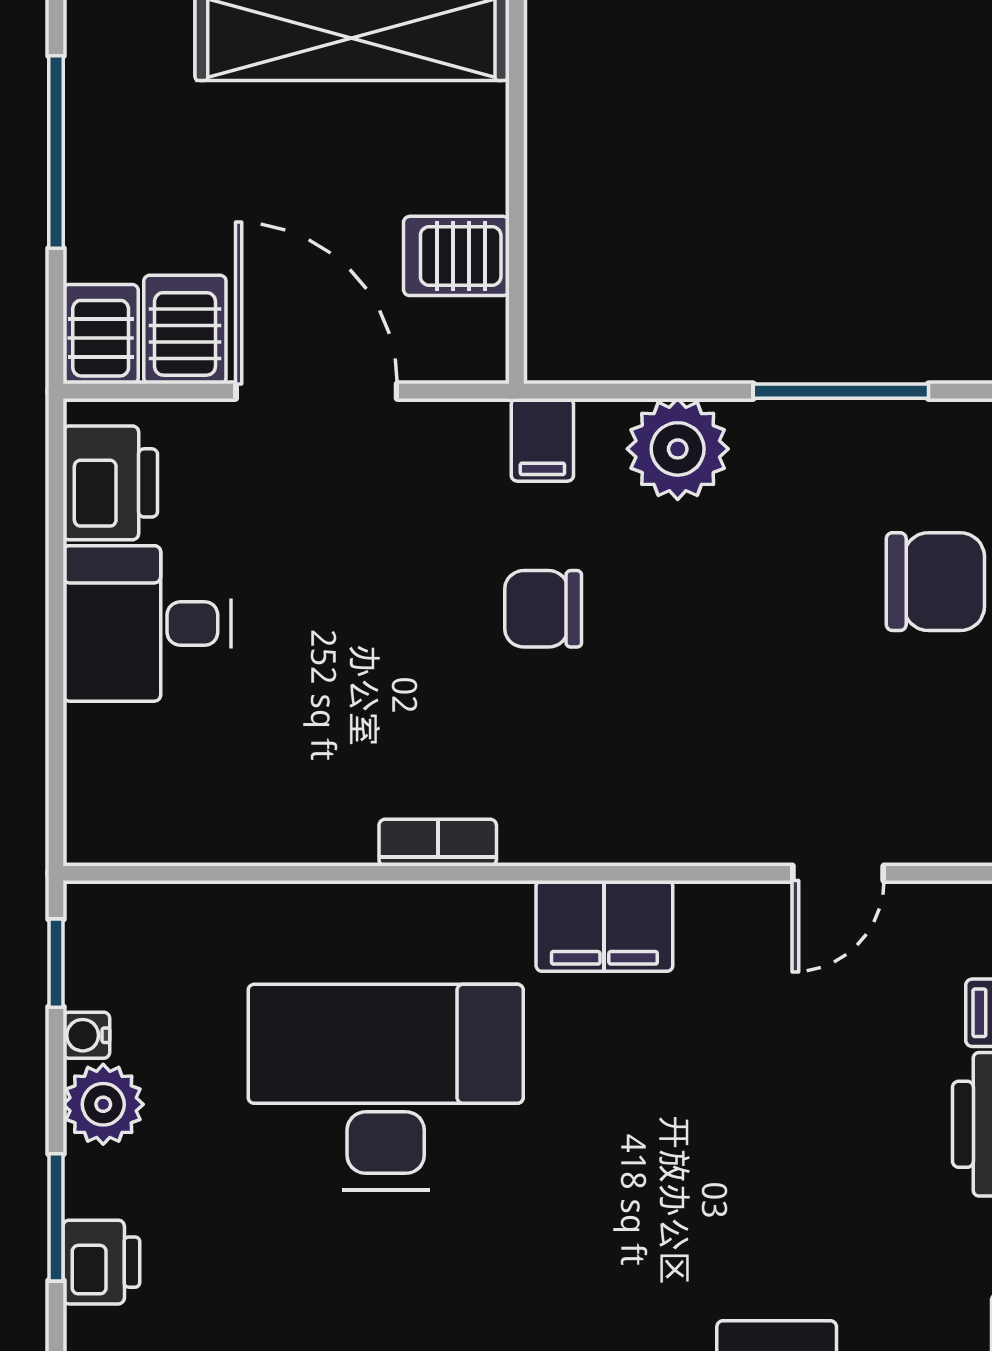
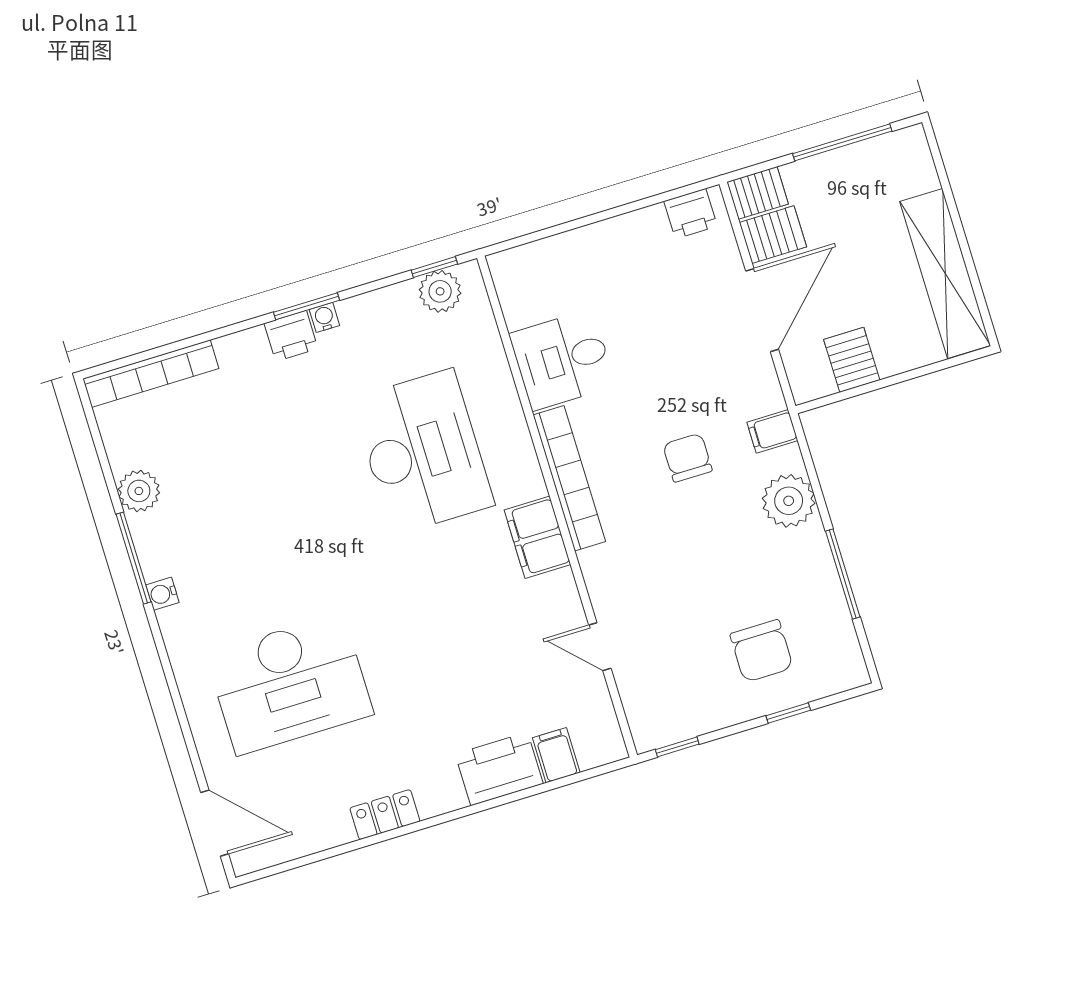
printer: (110, 483) -> (691, 214), width x0.73, depth x0.81
desk: (147, 623) -> (562, 360), moved, turned -90
bookcase: (438, 843) -> (569, 478), width x2.31, depth x1.31
water cooler: (86, 1035) -> (324, 317), moved
plant: (103, 1104) -> (440, 291), moved

